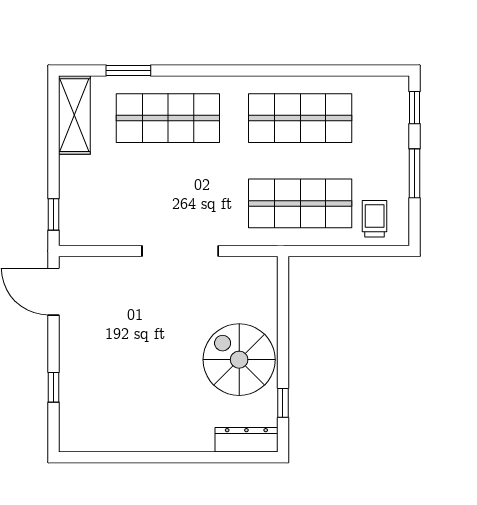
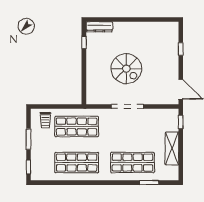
shelving: (74, 115) -> (172, 148), moved
spiral stairs: (239, 360) -> (126, 69), moved

